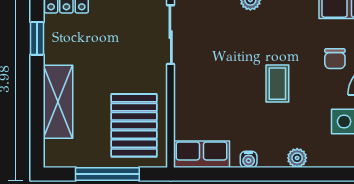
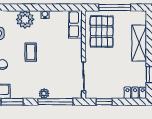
row of seats: (202, 154) -> (75, 24), moved, turned 90
plant: (297, 158) -> (25, 19), width x1.88, depth x1.88

